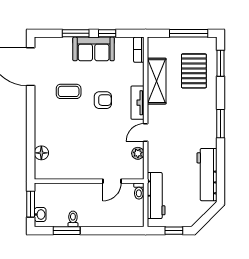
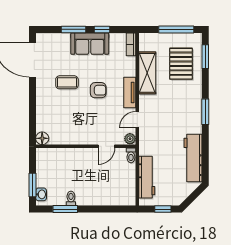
wall: (89, 181) -> (86, 146), moved
door: (112, 181) -> (106, 146), moved
toilet: (139, 191) -> (131, 155), moved

